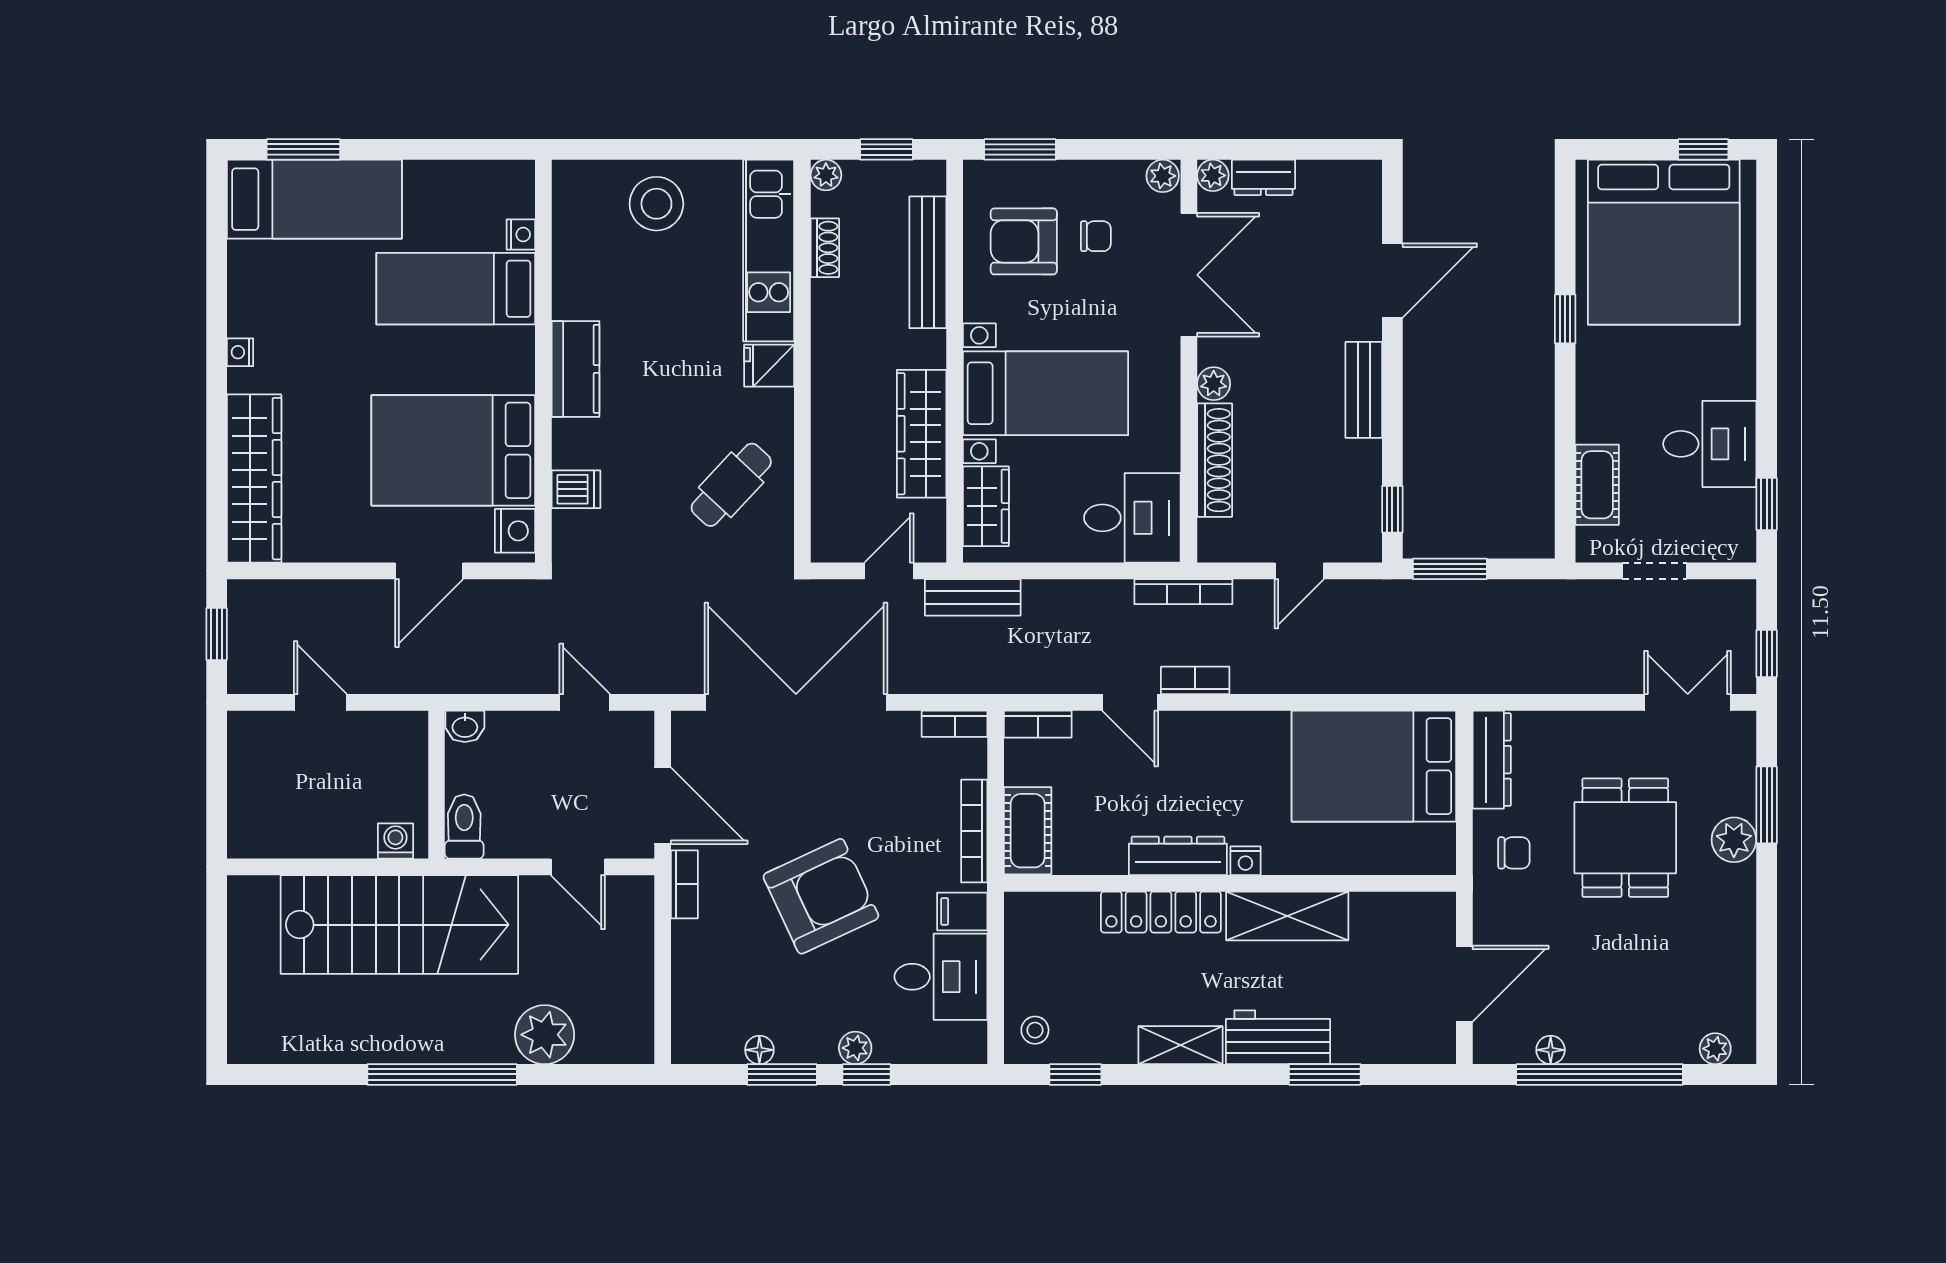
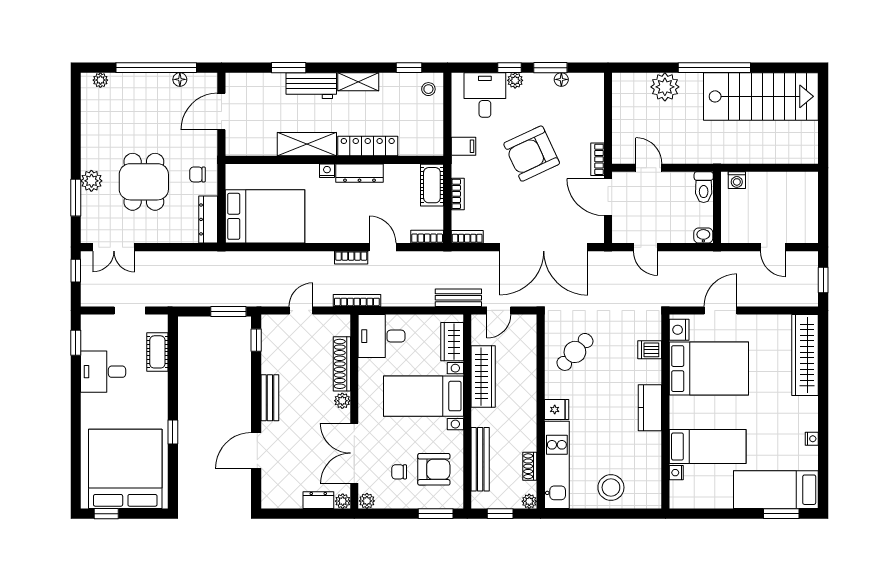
nightstand: (240, 352) -> (812, 439), moved
bookcase: (974, 831) -> (458, 194), width x0.64
stairs: (399, 925) -> (761, 96), moved, turned 180
desk: (941, 977) -> (485, 95), moved, turned 90

